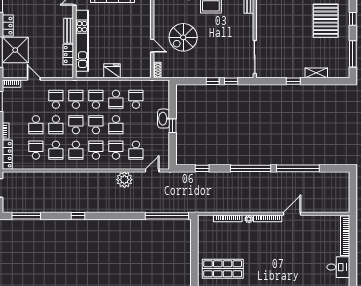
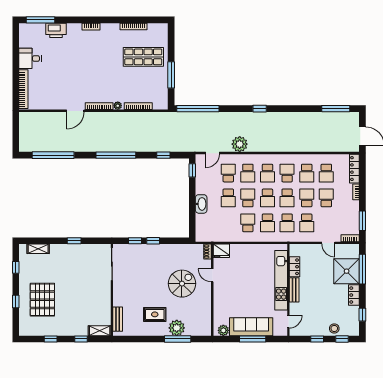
window: (353, 54) -> (16, 267), width x0.46
fridge: (112, 71) -> (221, 251), moved
shelving: (316, 73) -> (38, 249), moved
school desk: (136, 99) -> (228, 198), moved
window: (173, 126) -> (192, 170), moved
school desk: (56, 150) -> (307, 173), turned 180
window: (298, 168) -> (53, 155), moved
window: (78, 216) -> (260, 109), moved
window: (194, 250) -> (171, 75), added

